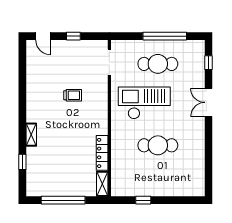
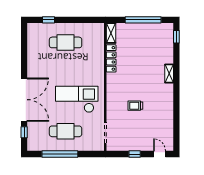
double door: (209, 102) -> (24, 100), width x1.87
checkout: (144, 103) -> (77, 99), turned 180
cafe table: (158, 145) -> (66, 42), moved
window: (22, 162) -> (176, 37), moved
window: (143, 200) -> (49, 20), moved

